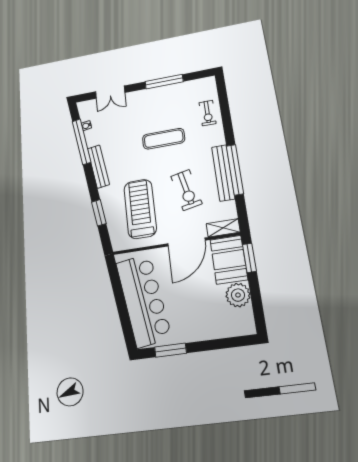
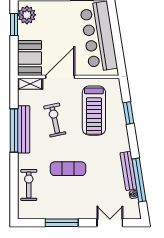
exercise bike: (207, 113) -> (29, 185), width x1.38, depth x1.39
bench: (98, 166) -> (128, 171), moved
window: (249, 258) -> (14, 24), moved
plant: (238, 295) -> (27, 15), moved

